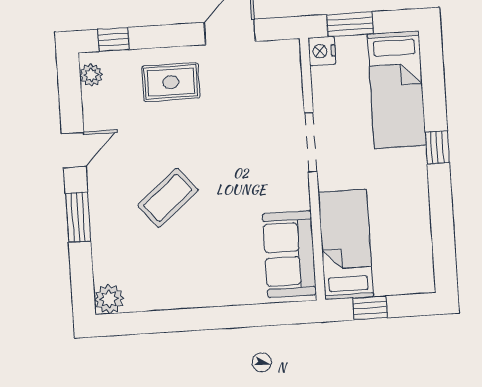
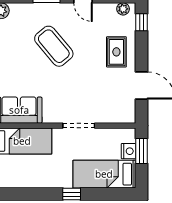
nightstand: (322, 51) -> (129, 151), moved, turned 90
coffee table: (168, 198) -> (54, 46), width x1.36, depth x1.32

